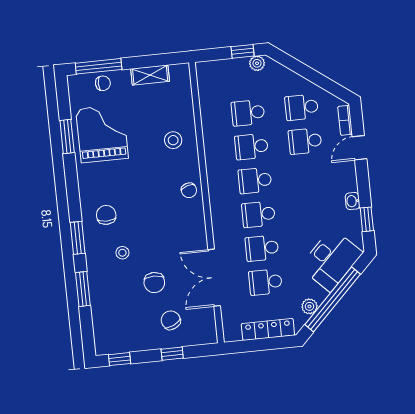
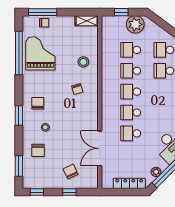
window: (243, 51) -> (121, 12), moved
plant: (257, 63) -> (135, 24), width x1.87, depth x1.87
shelving: (150, 75) -> (87, 21), moved
window: (67, 137) -> (19, 53), width x2.11
chair: (189, 190) -> (77, 89), moved
school desk: (265, 282) -> (131, 154), removed
chair: (154, 283) -> (38, 150), moved
window: (83, 289) -> (19, 166), moved

